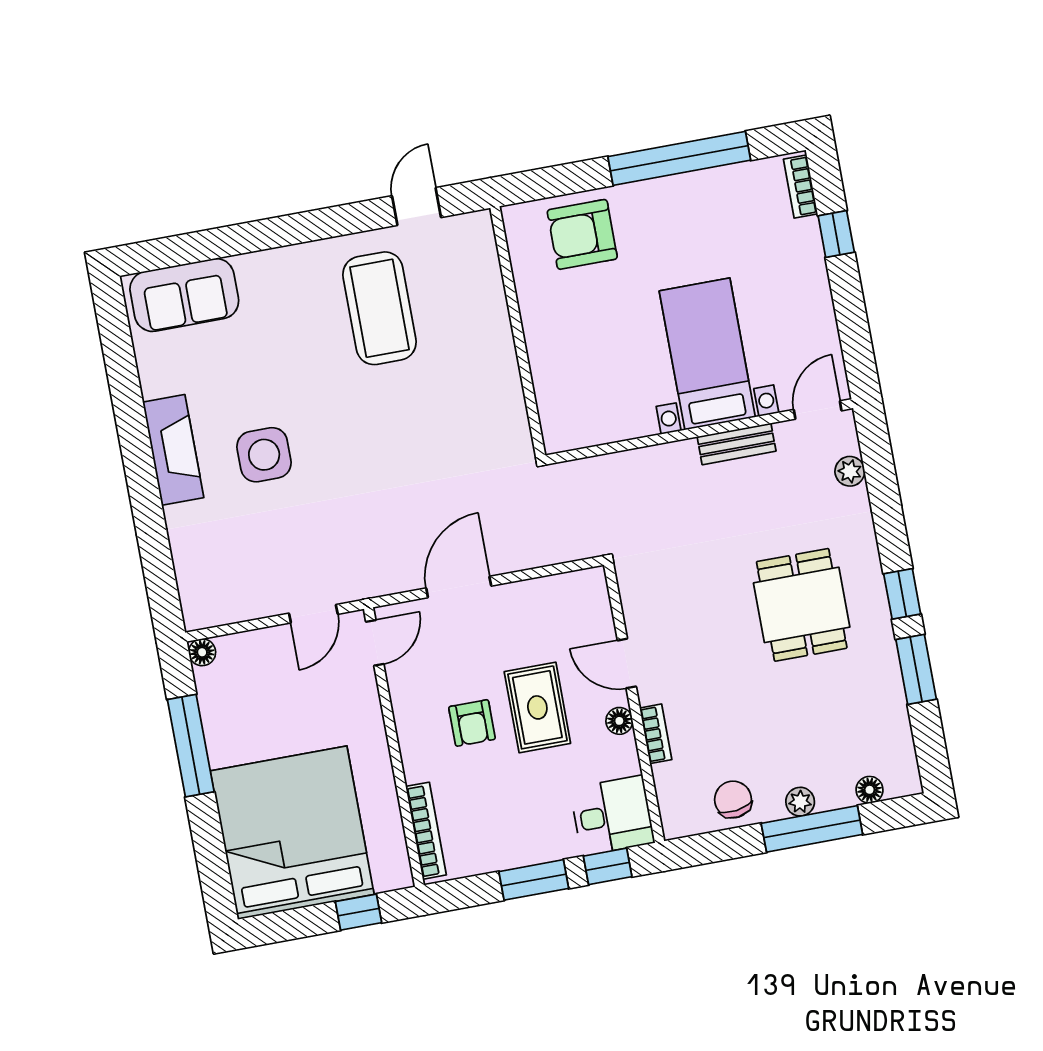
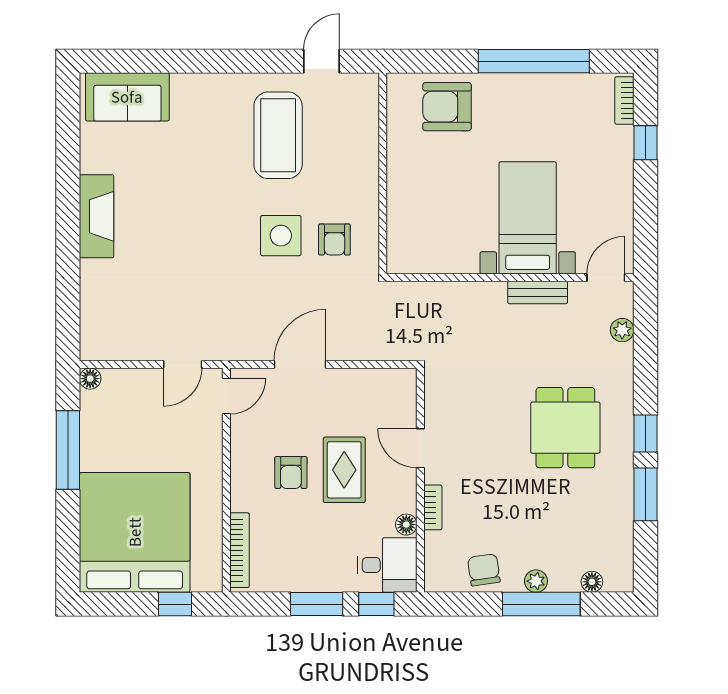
armchair: (473, 425) -> (334, 239), added
side table: (264, 455) -> (281, 236), moved
floor lamp: (619, 721) -> (406, 525), moved

